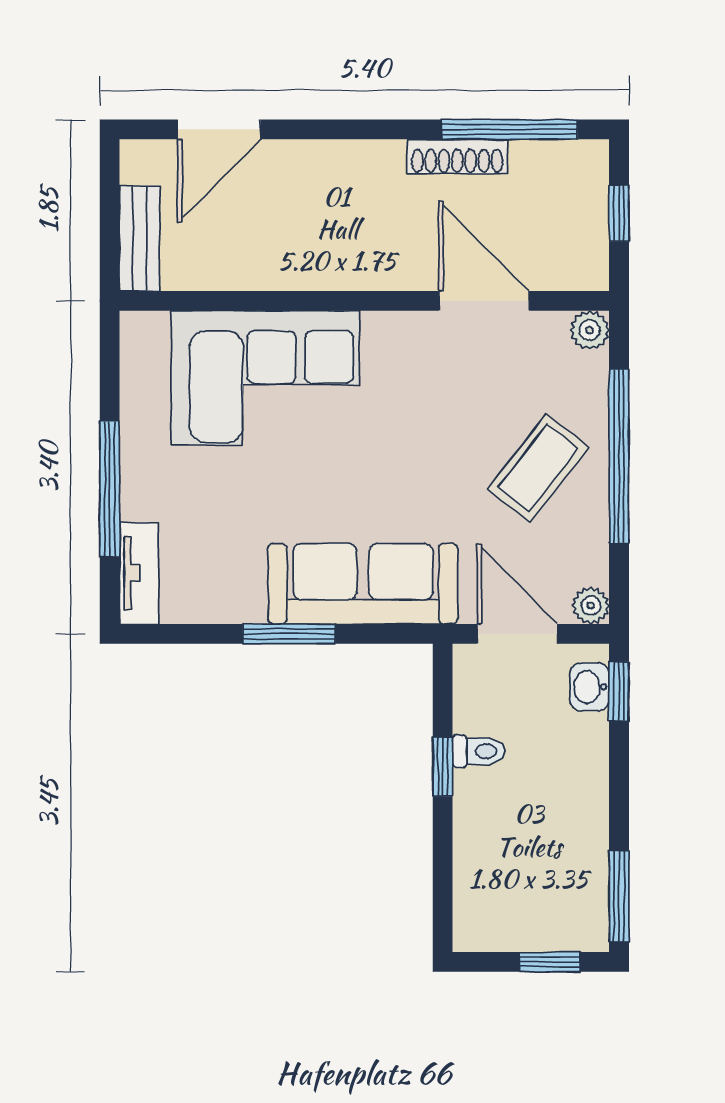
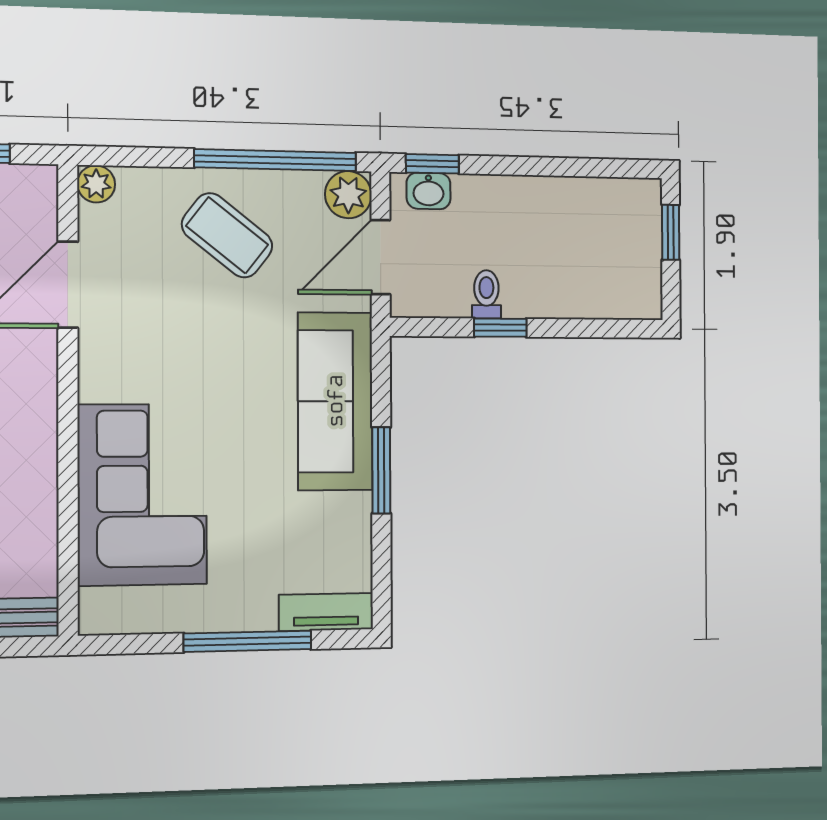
window: (619, 456) -> (275, 160), moved
plant: (591, 606) -> (348, 195), width x1.38, depth x1.38
window: (619, 896) -> (613, 168), removed

